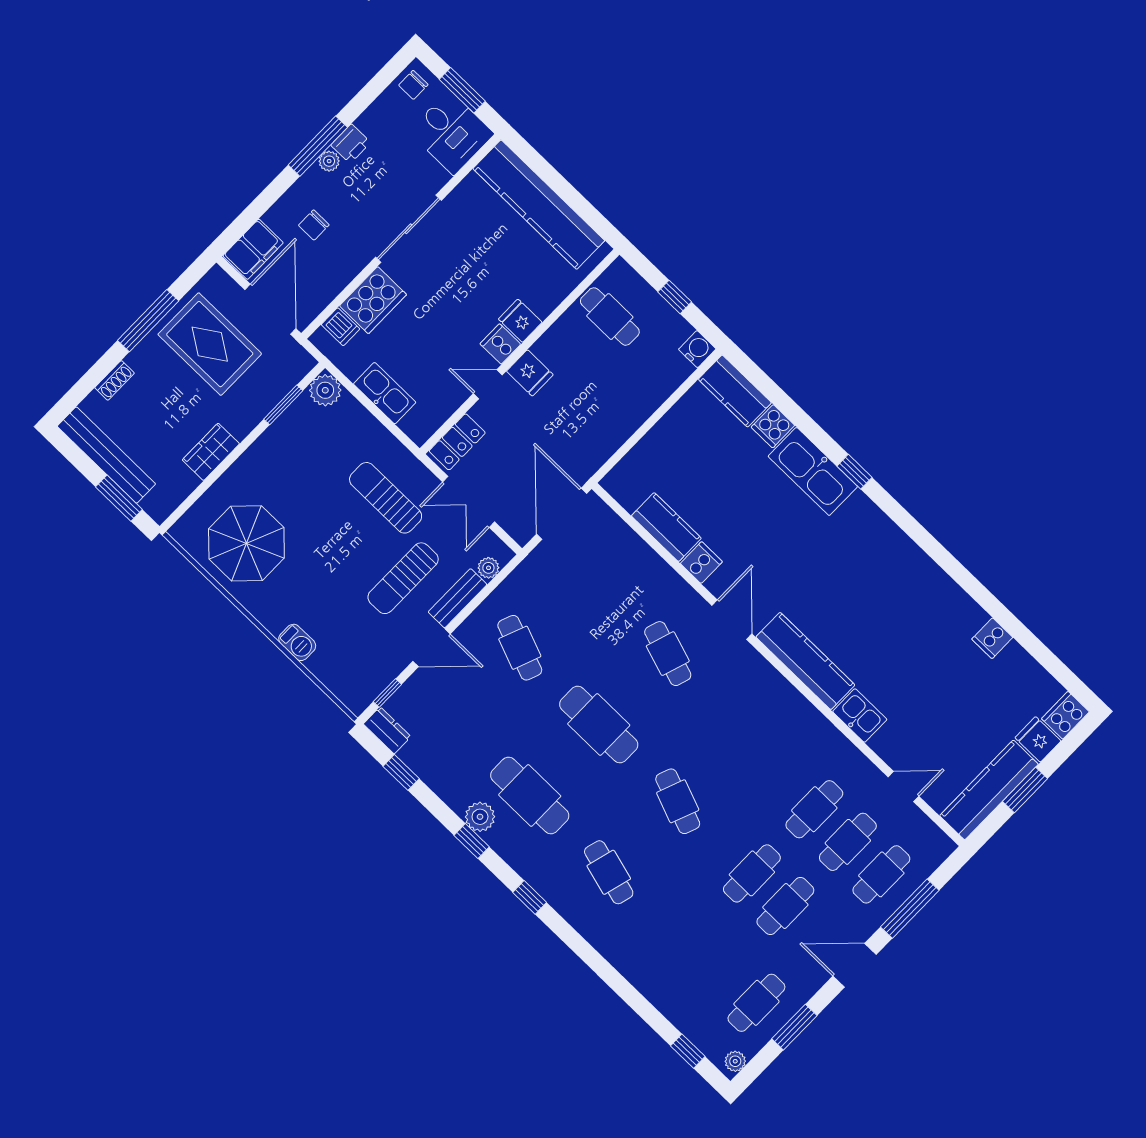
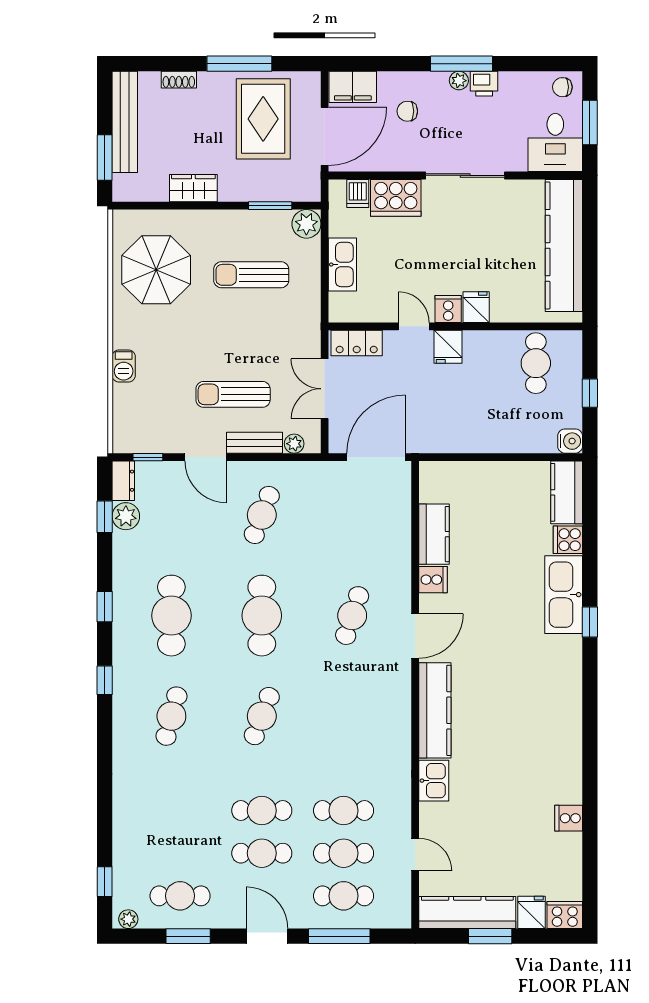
sun lounger: (386, 498) -> (251, 275), moved, turned -90
plant: (480, 817) -> (126, 516), moved

